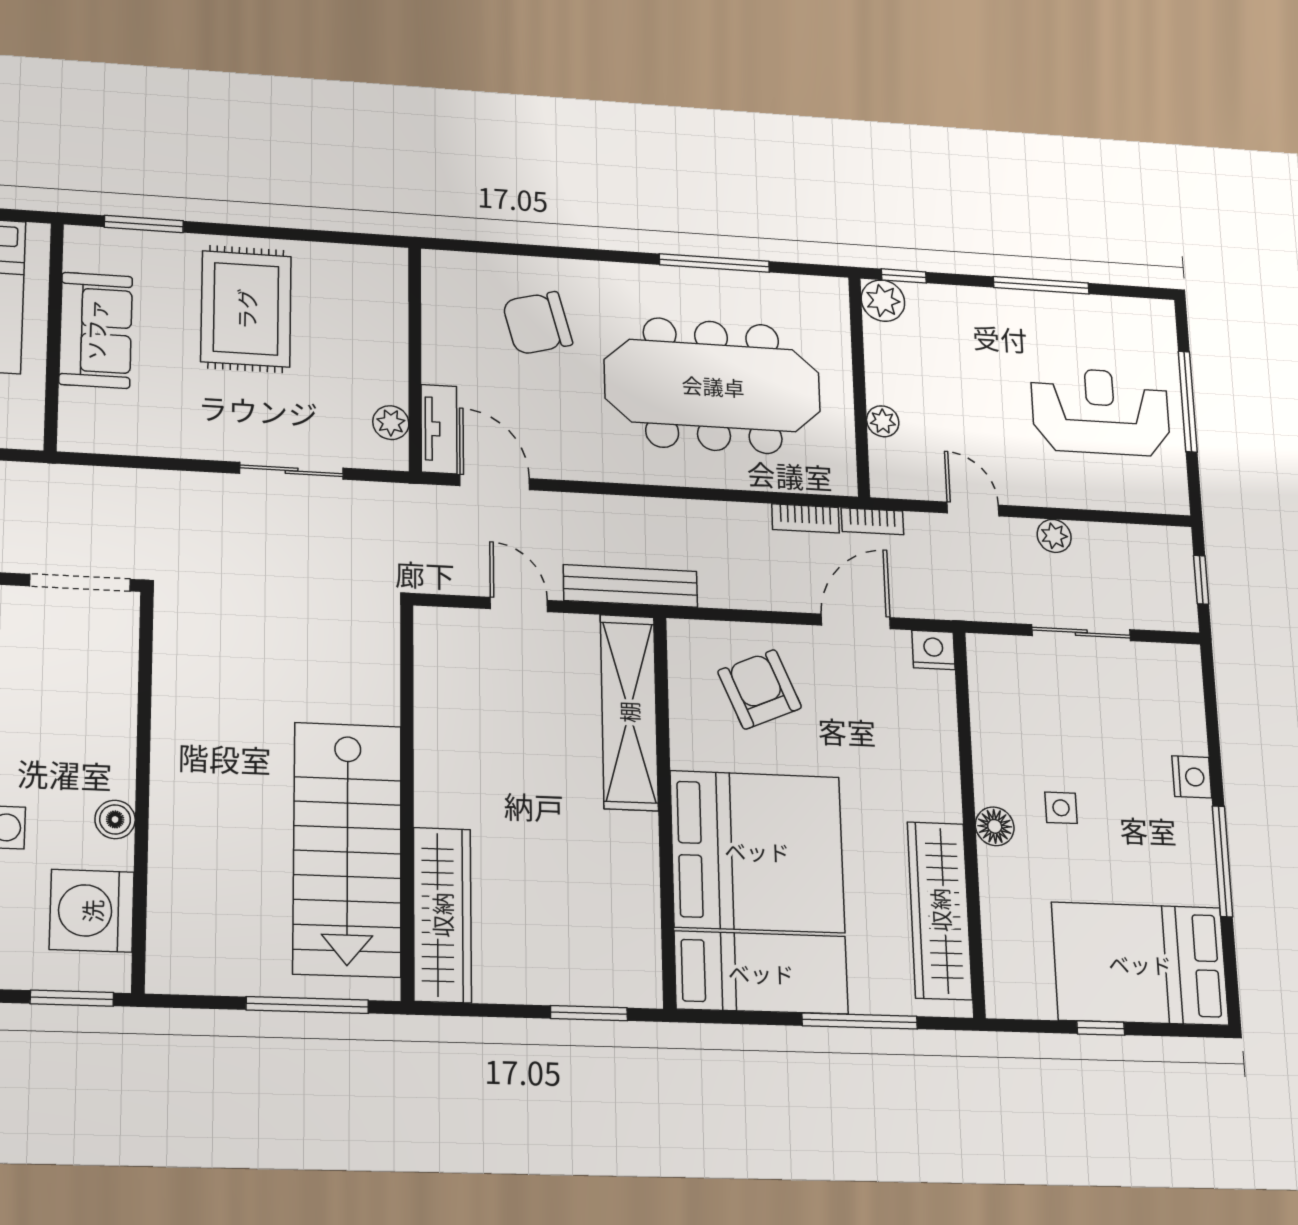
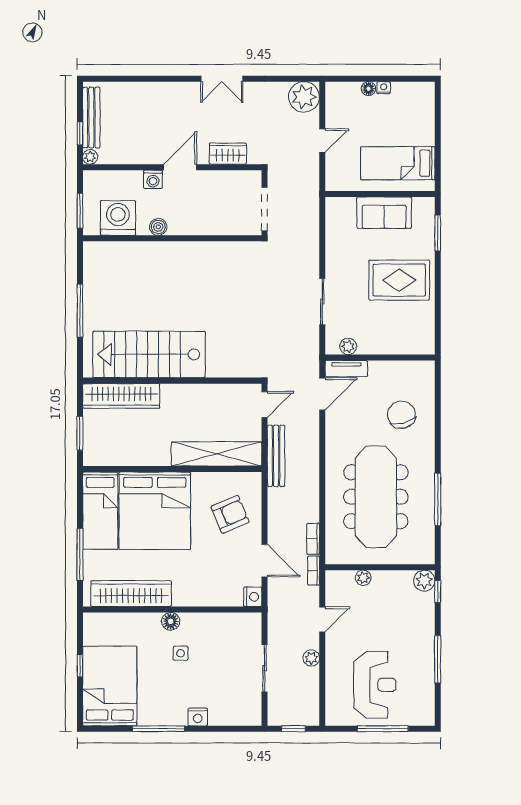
wall: (407, 800) -> (172, 381), moved
stairs: (347, 849) -> (149, 354), moved
wardrobe: (442, 915) -> (121, 396), moved

